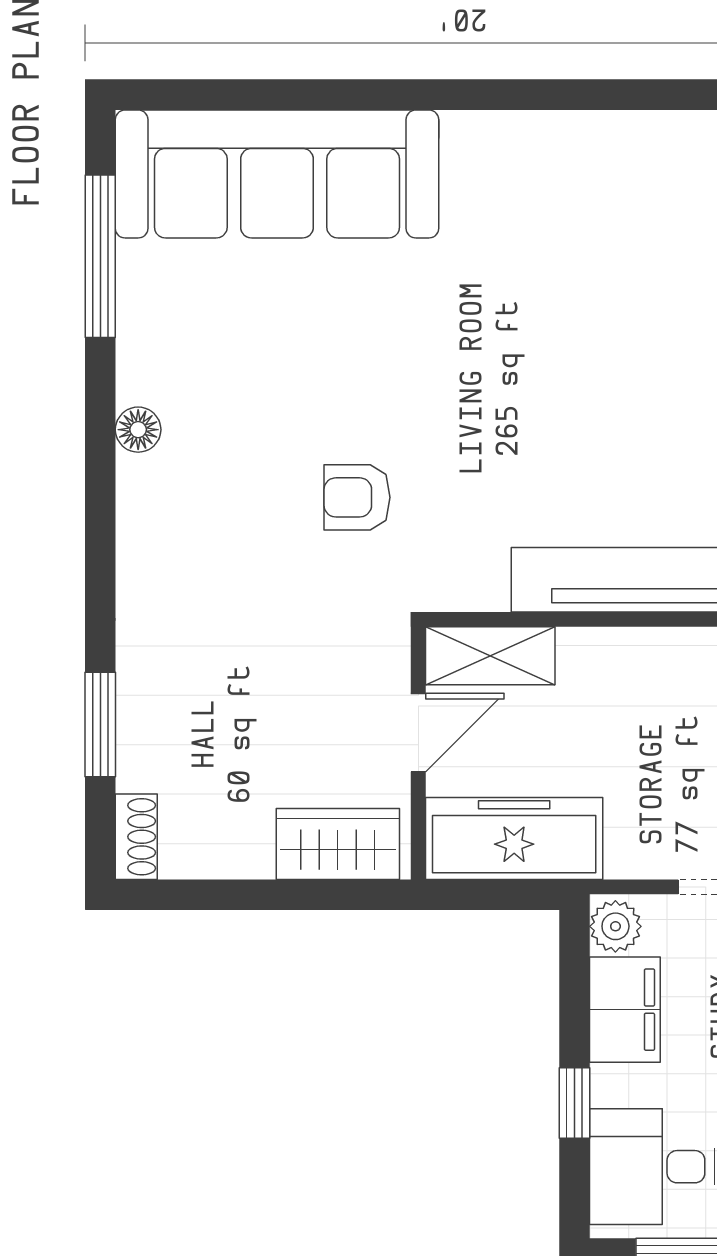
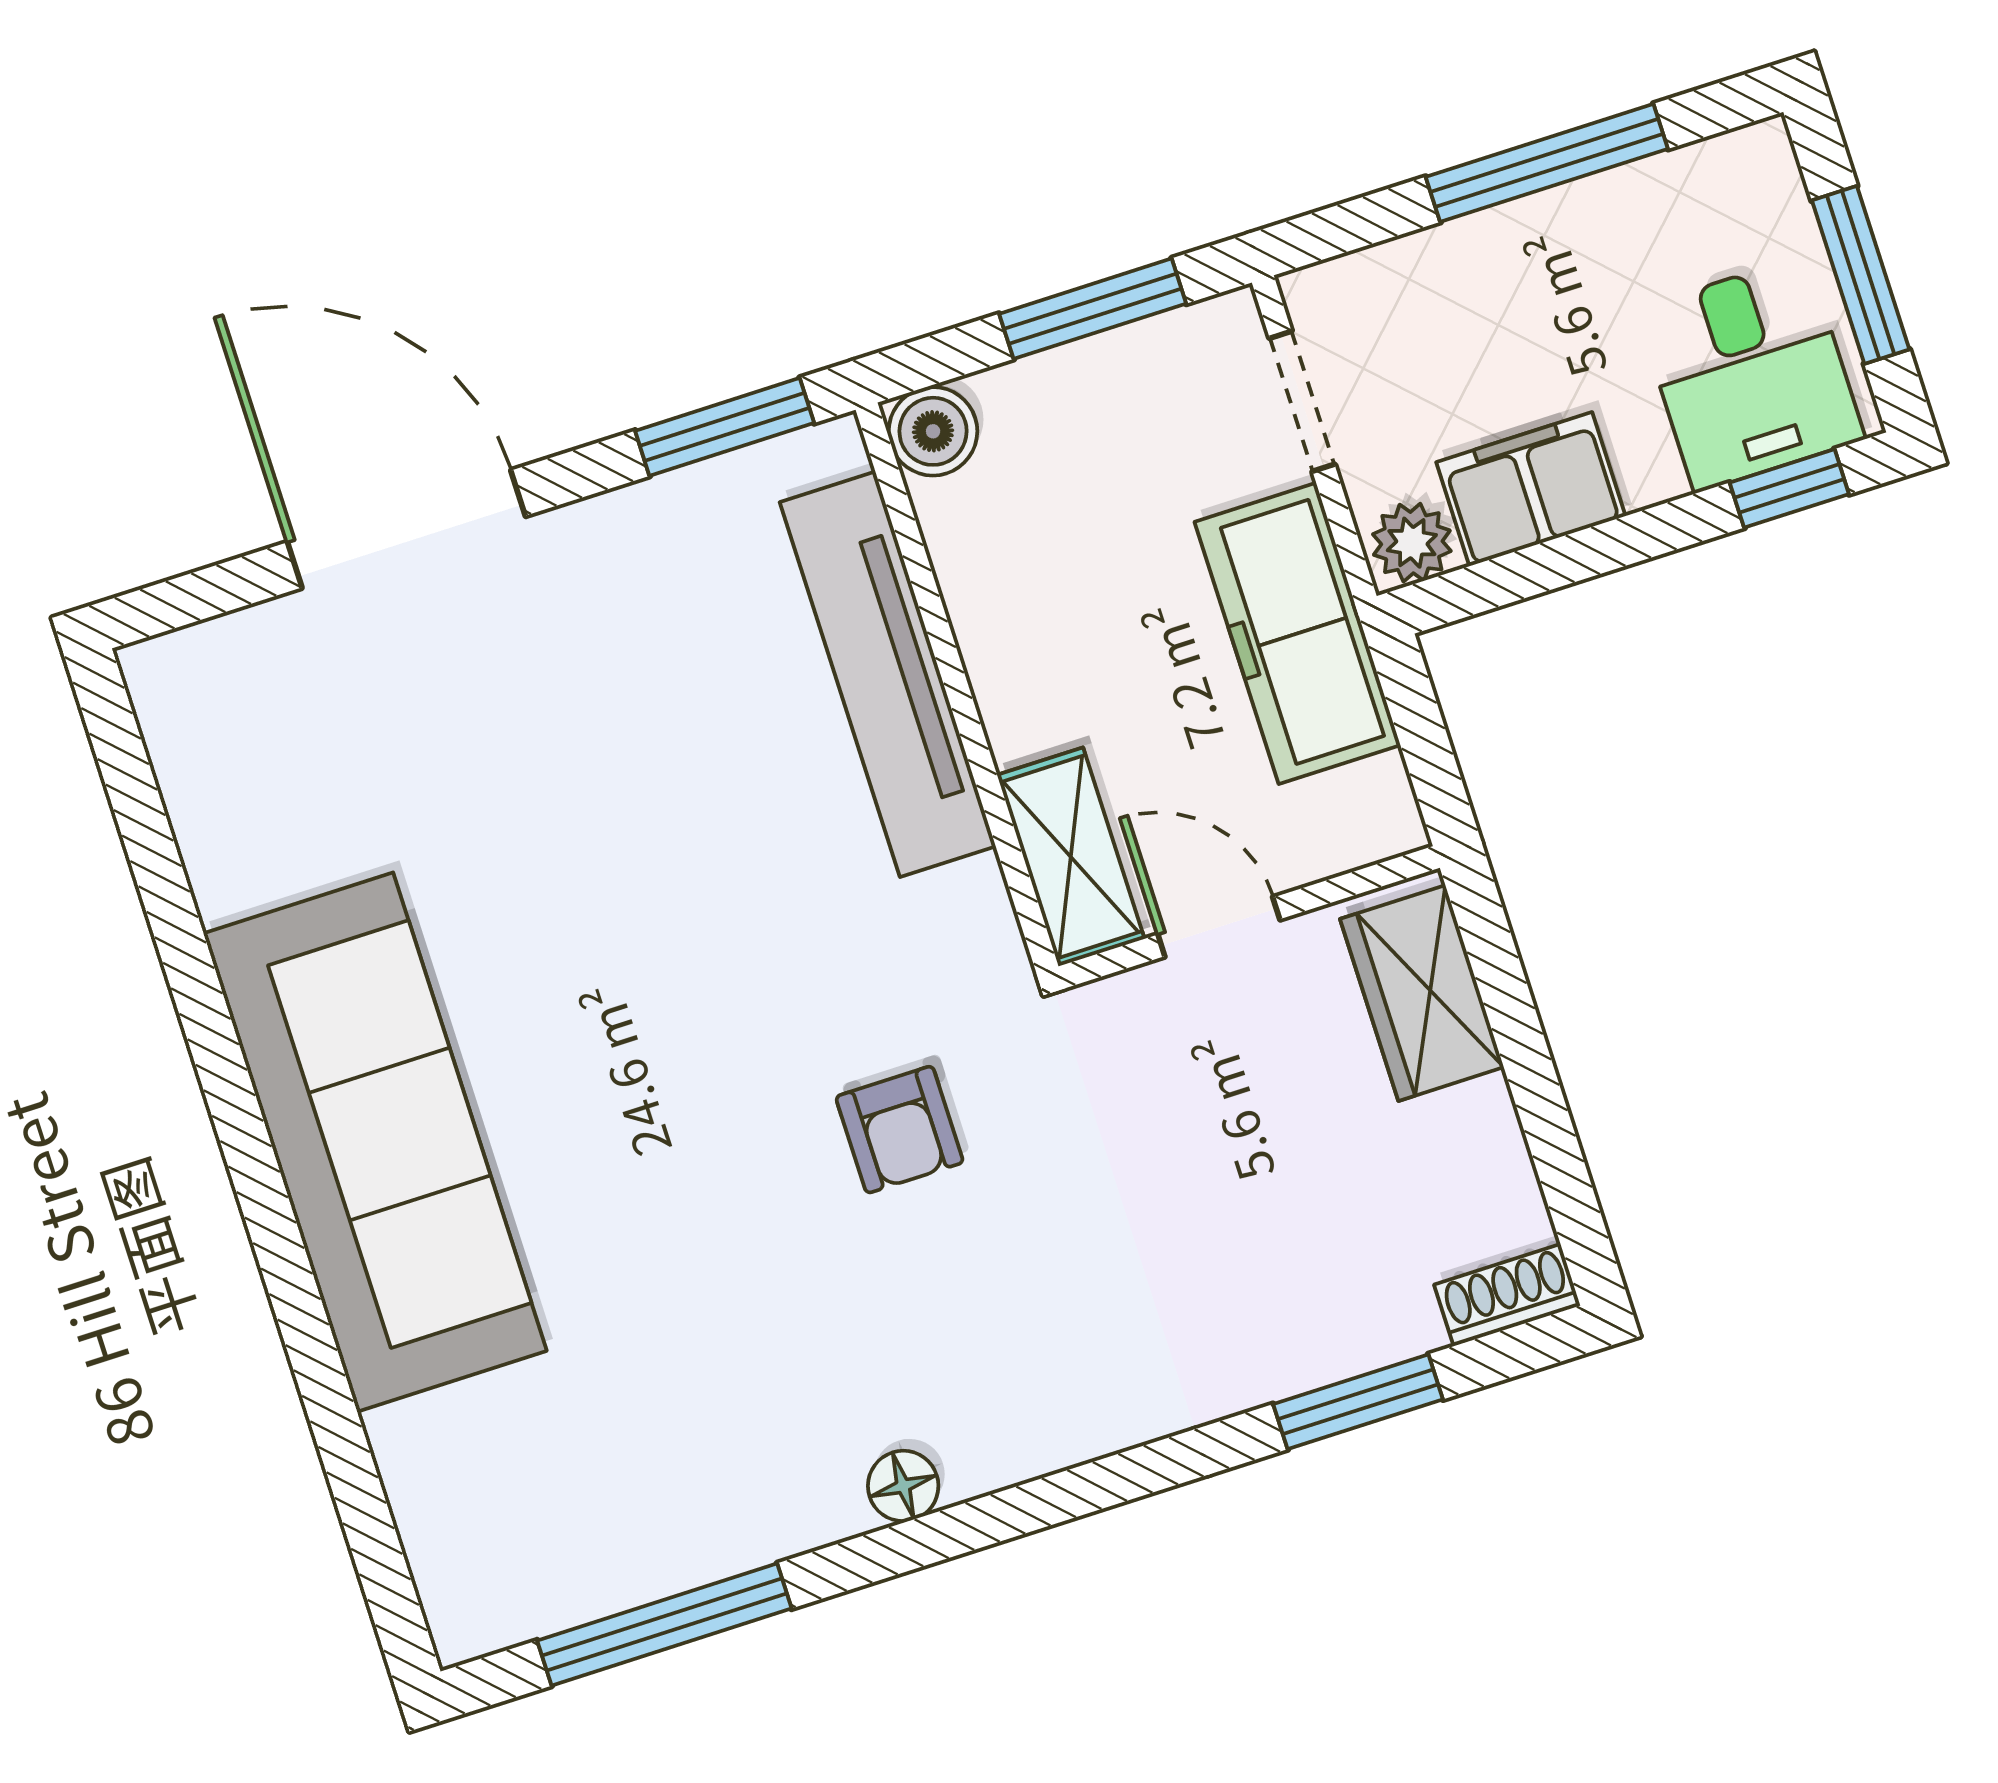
sofa: (277, 174) -> (375, 1142), moved
freezer: (514, 838) -> (1298, 633), moved
window: (575, 1103) -> (1789, 488), moved

